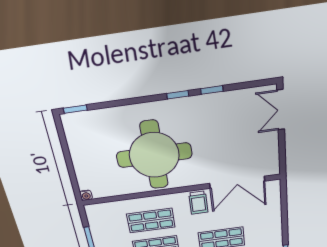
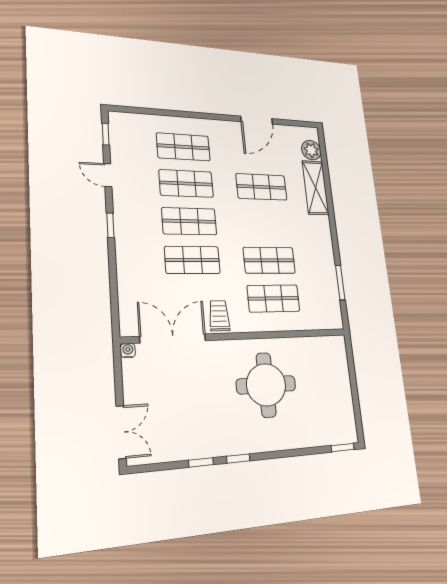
round table: (154, 155) -> (266, 385), width x0.73, depth x0.73
water cooler: (86, 195) -> (128, 351), moved

